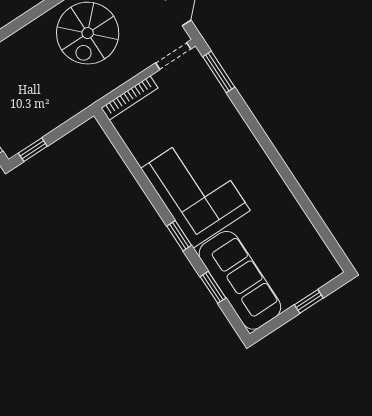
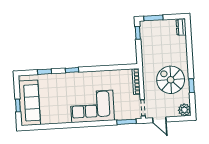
corner sofa: (196, 189) -> (92, 106), moved, turned 180
sofa: (240, 280) -> (29, 103), moved, turned -90

